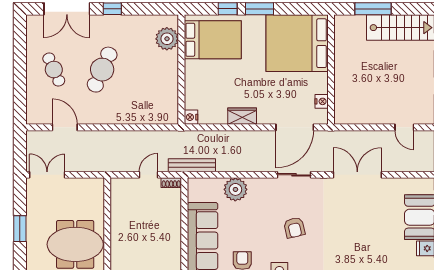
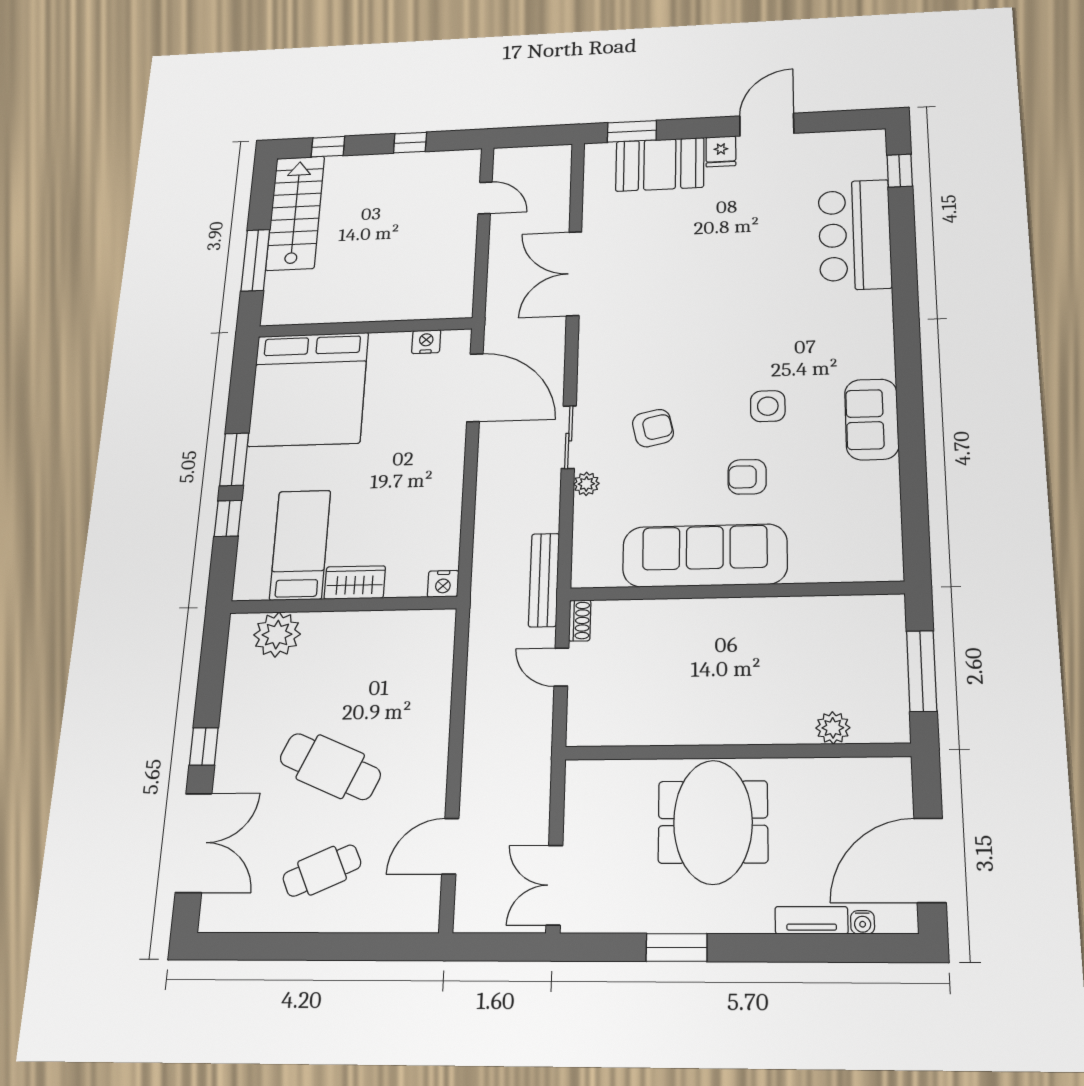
bed: (213, 40) -> (300, 545), width x0.67
wardrobe: (242, 116) -> (355, 583), moved, turned 90
door: (404, 127) -> (485, 198), hinge flipped
sliding door: (294, 175) -> (569, 437), moved
plant: (235, 189) -> (586, 484), width x0.53, depth x0.53
armchair: (294, 228) -> (653, 428), moved

